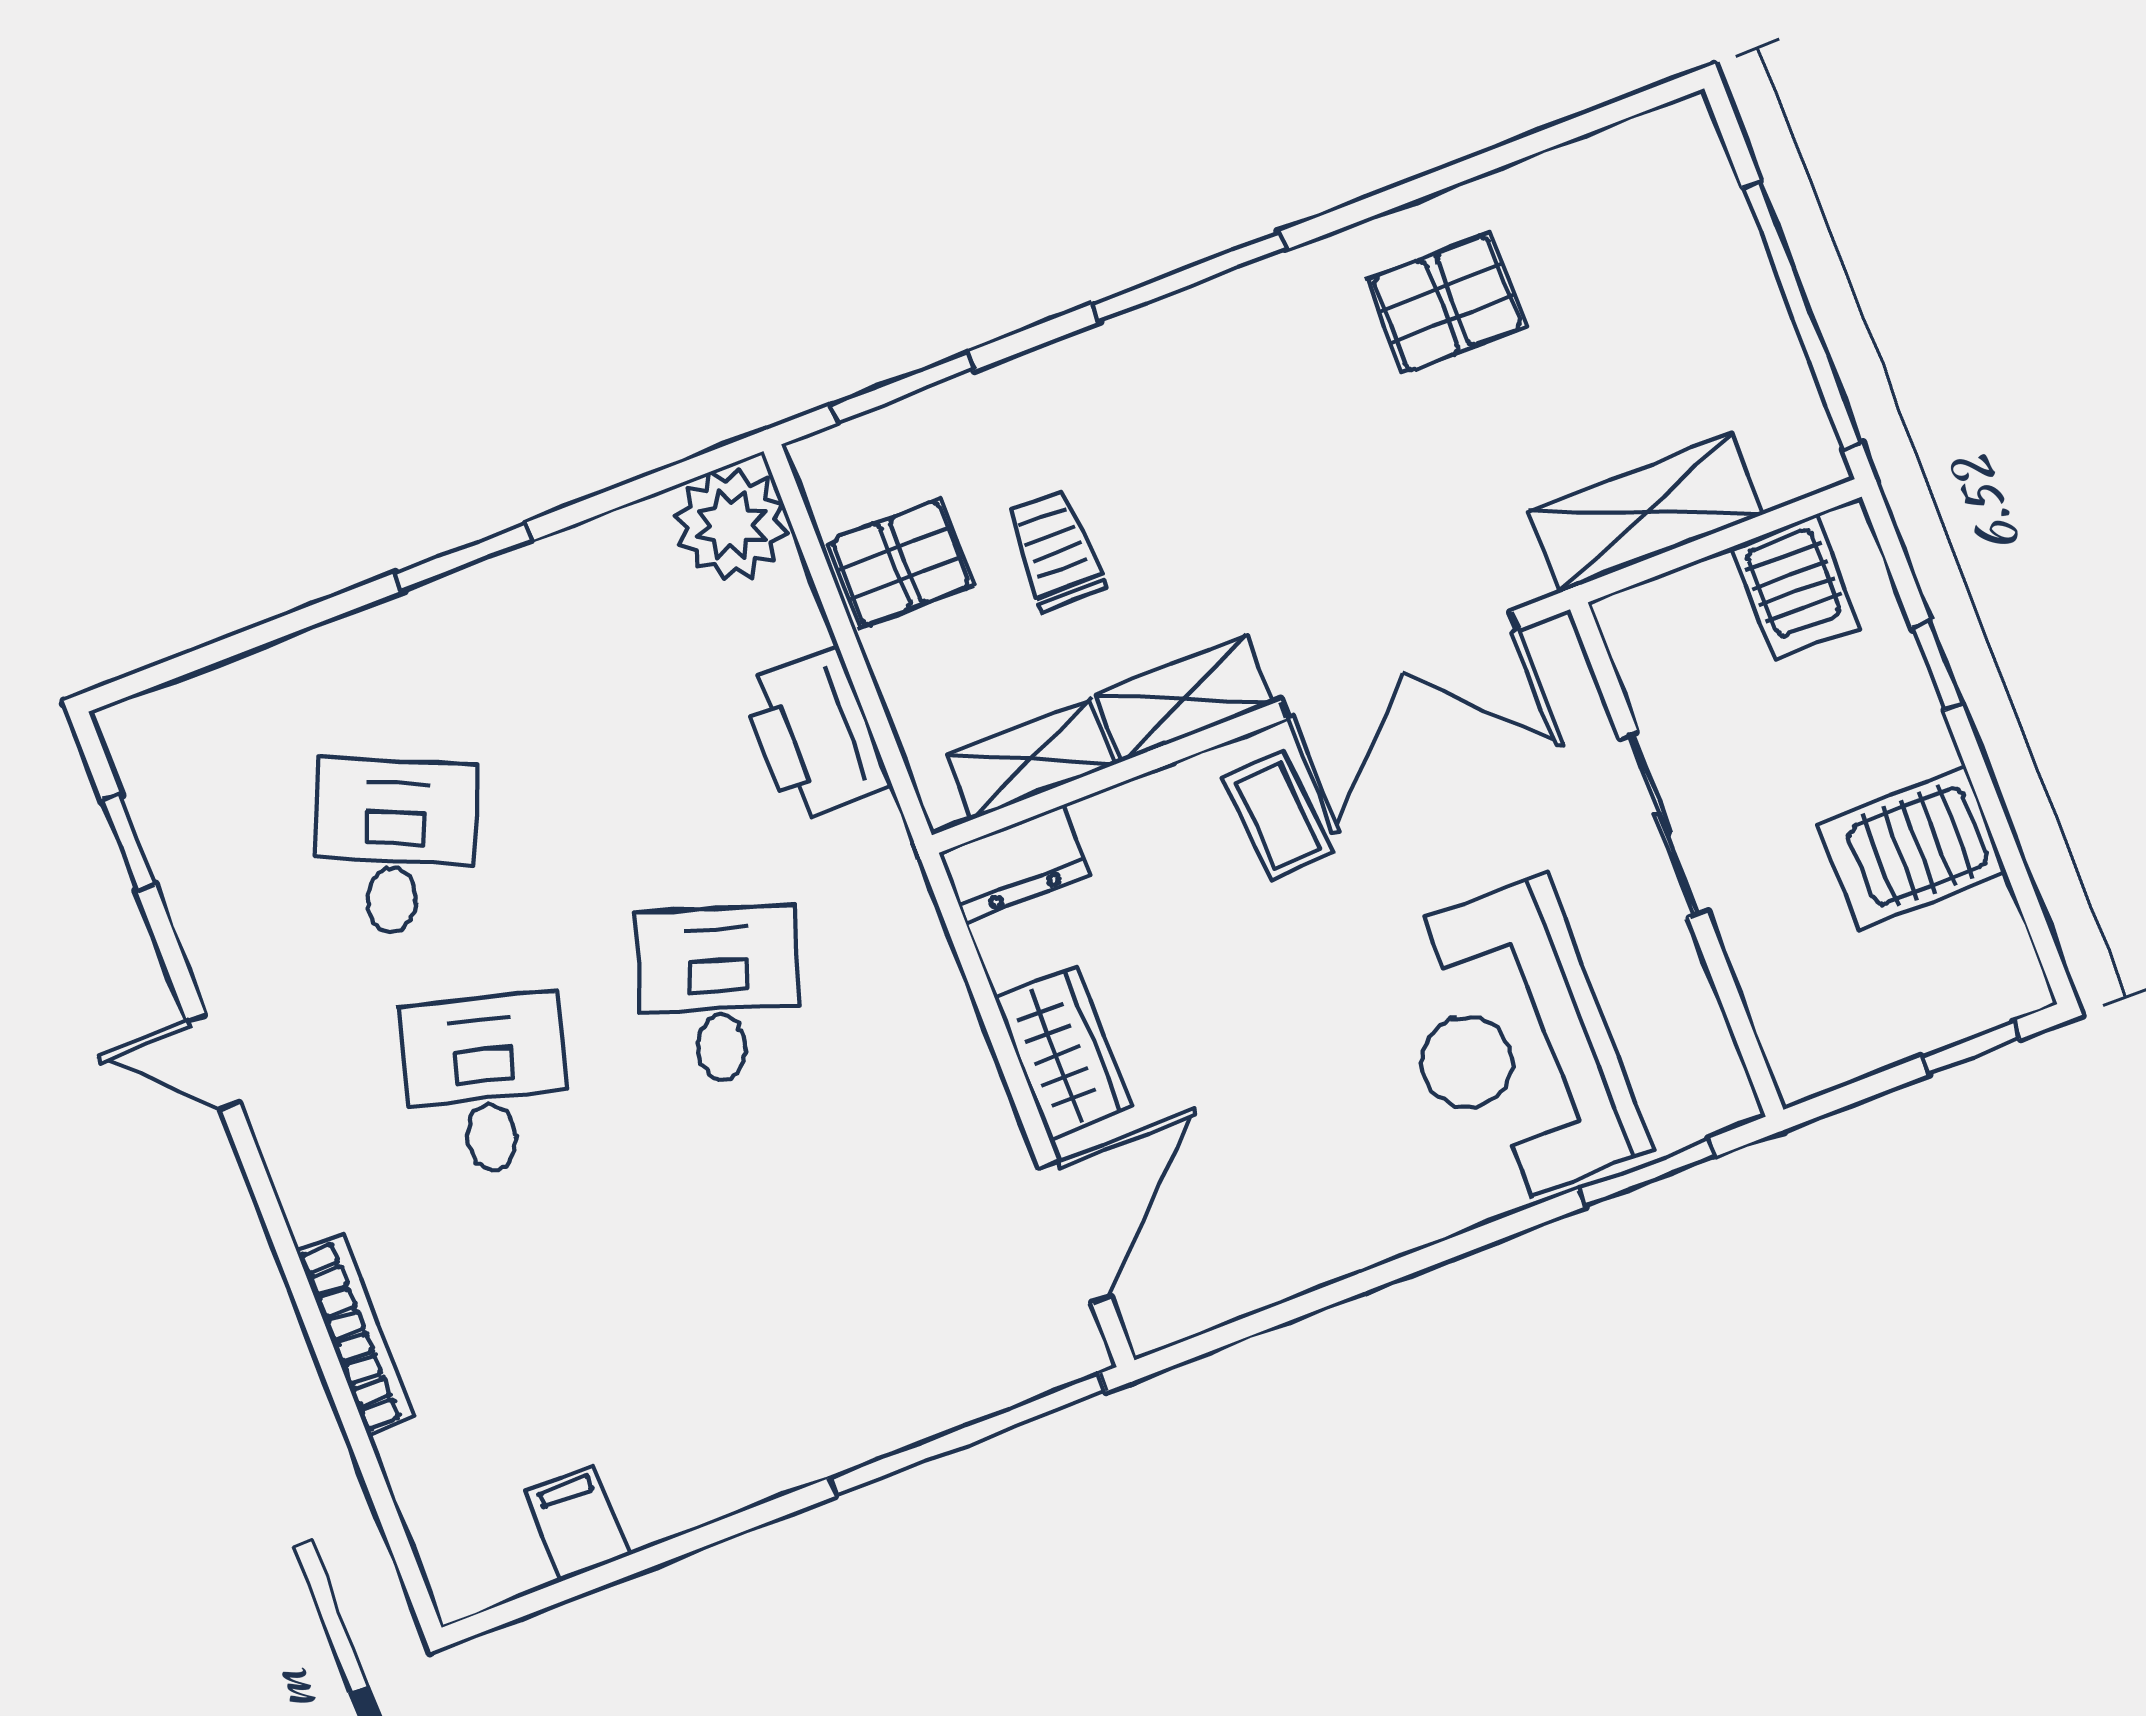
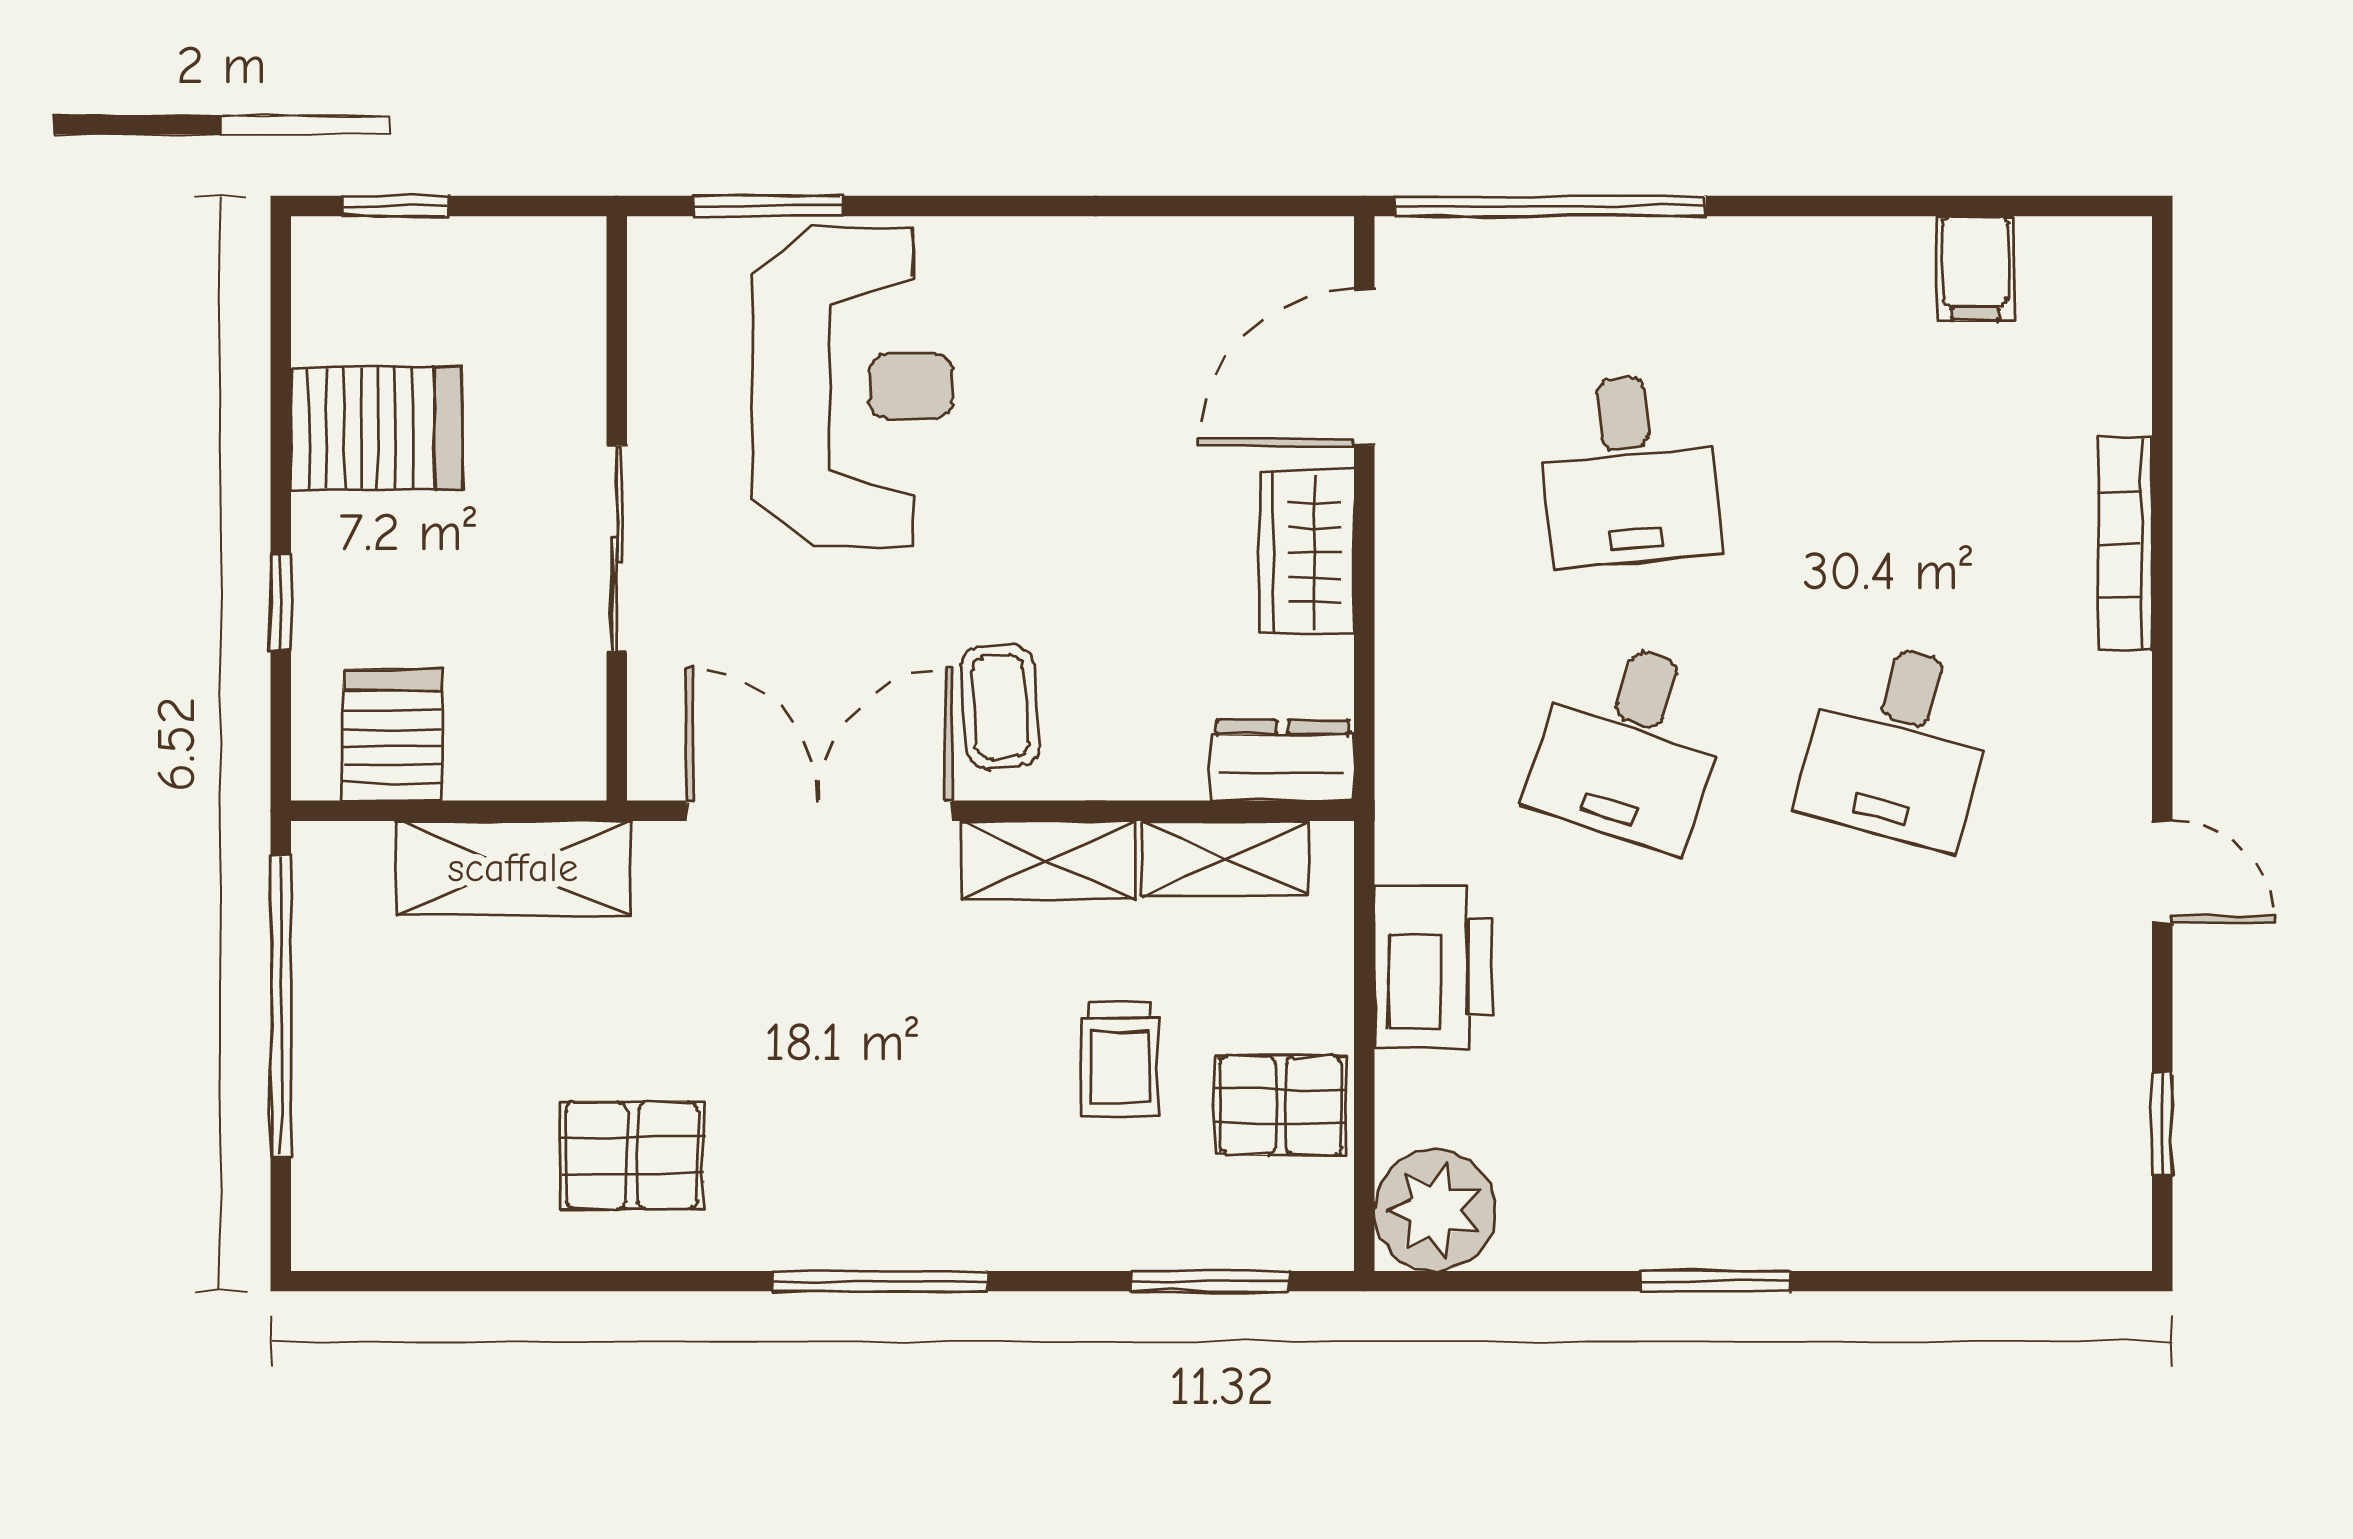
desk: (394, 847) -> (1629, 470), moved, turned -30

